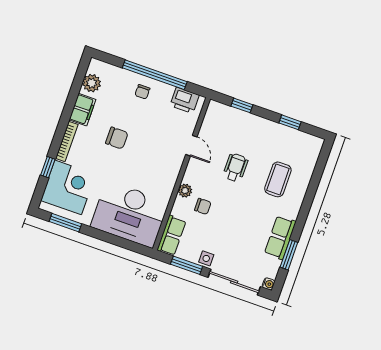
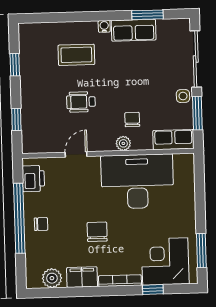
desk: (130, 214) -> (137, 182), moved, turned -90
water cooler: (268, 284) -> (104, 26), moved

